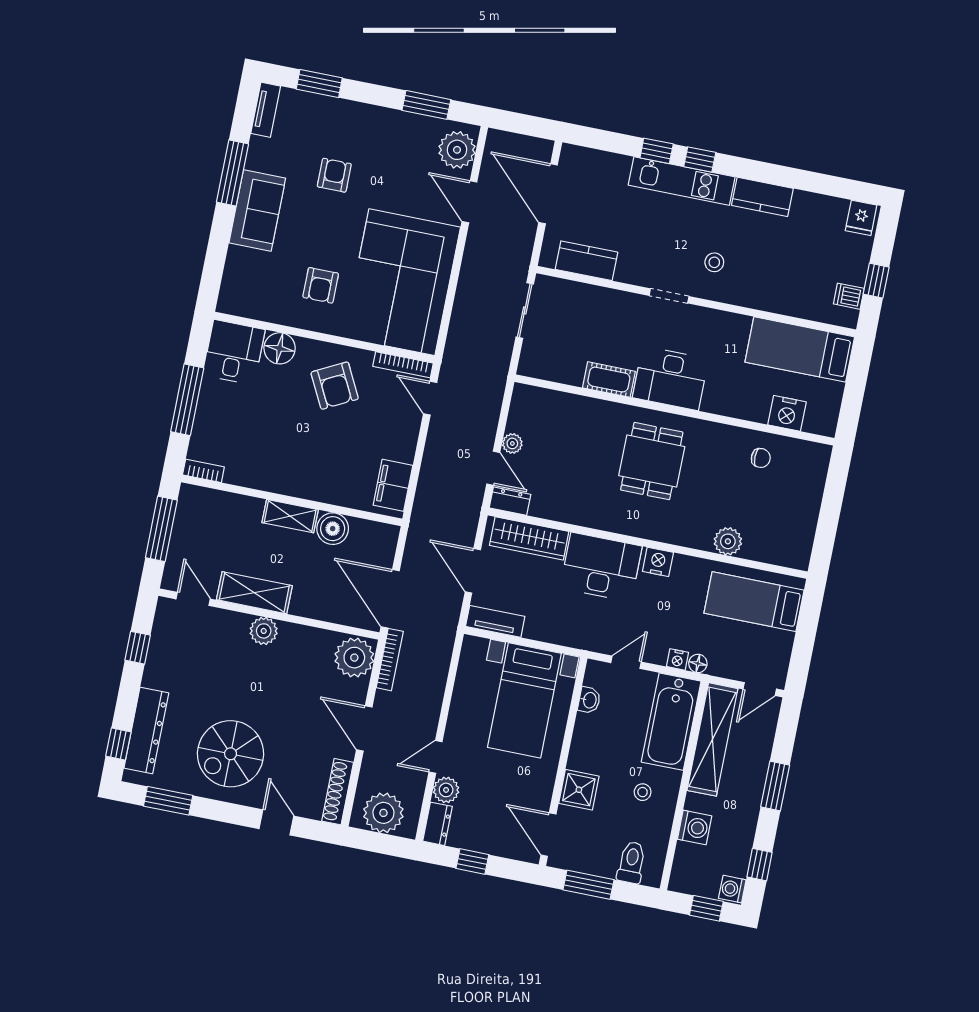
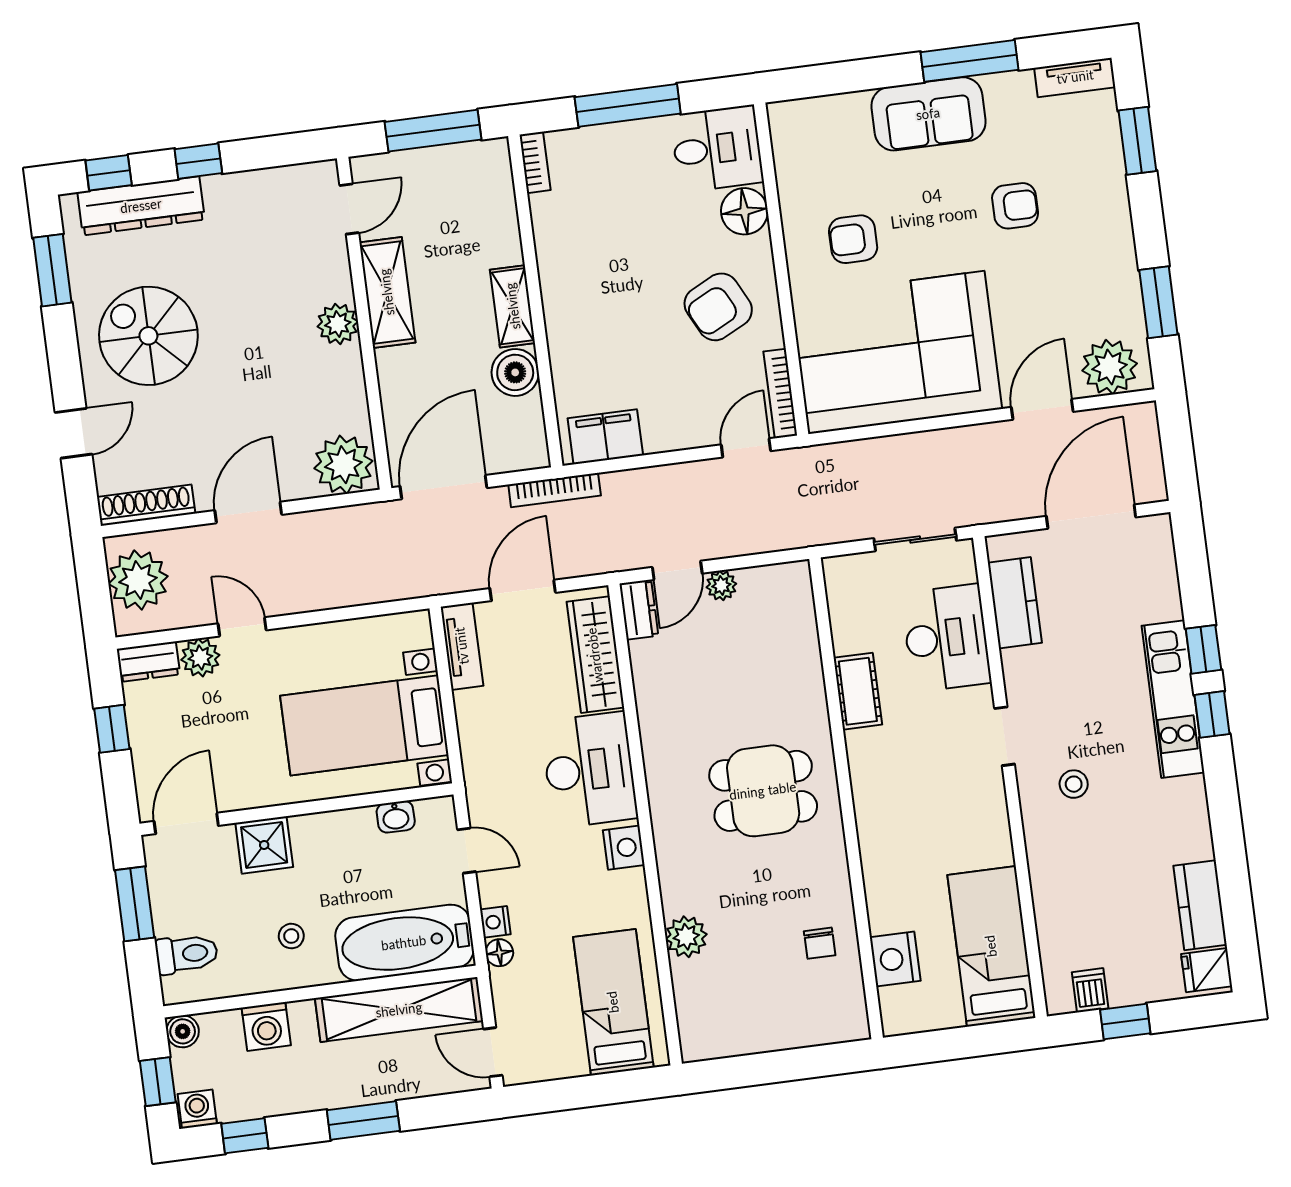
kitchen counter: (762, 197) -> (1200, 905), moved
desk: (670, 378) -> (946, 638), moved, turned 180
window: (138, 648) -> (198, 161), moved
bookcase: (390, 660) -> (555, 490), moved
boiler: (680, 882) -> (183, 1031), added

